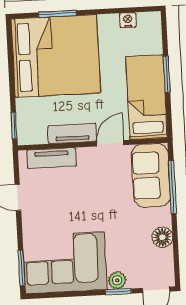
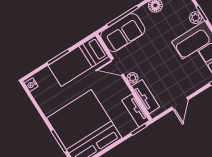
nightstand: (128, 20) -> (31, 85), moved
tv unit: (72, 134) -> (136, 110), moved
plant: (85, 155) -> (133, 78), added

